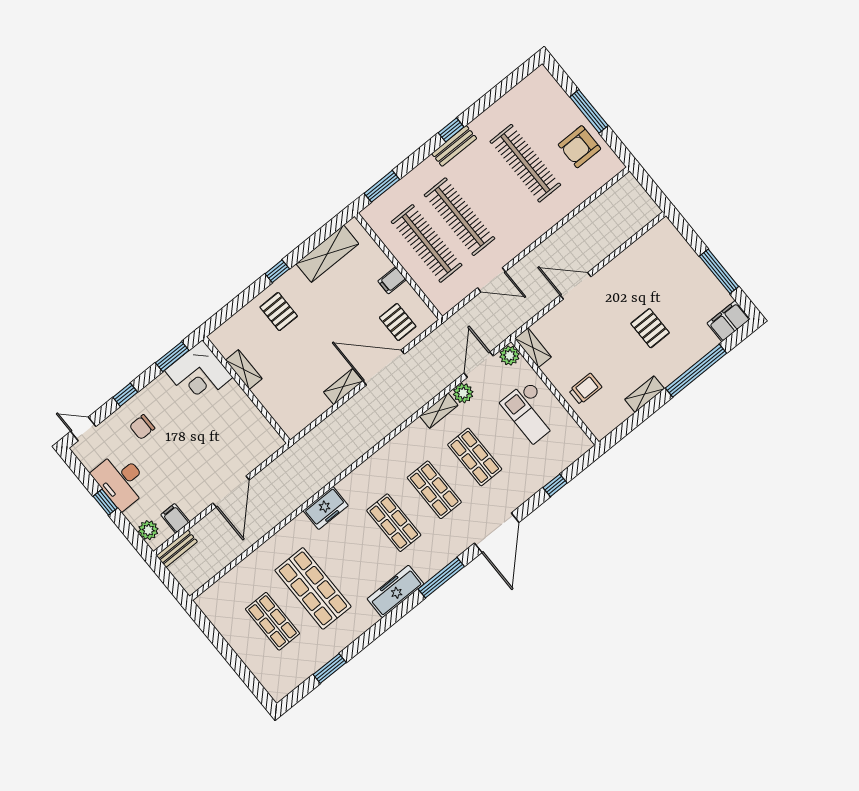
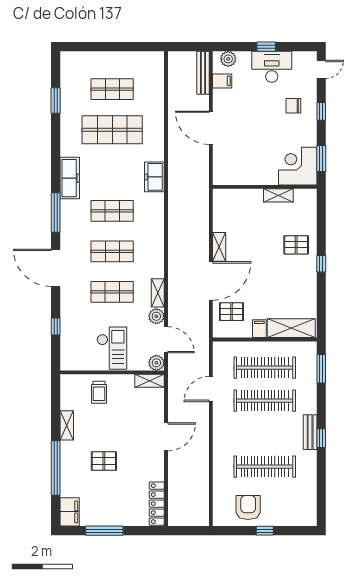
window: (589, 111) -> (265, 531), width x0.46
locker: (650, 241) -> (157, 504), added
shelving: (327, 254) -> (291, 328), moved, turned 90
checkout: (531, 412) -> (112, 348), turned 90
chair: (142, 427) -> (293, 106), turned -90
bench: (177, 549) -> (203, 73), width x1.36

